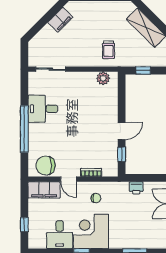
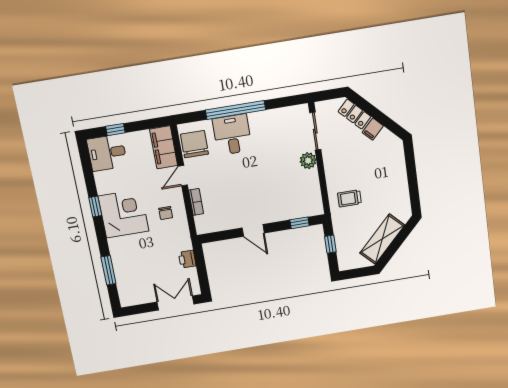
filing cabinet: (60, 20) -> (373, 129), width x0.50
locker: (42, 36) -> (355, 114), added
plant: (103, 78) -> (308, 161), moved
desk: (43, 109) -> (232, 135), moved
window: (122, 154) -> (300, 223), moved
desk: (60, 235) -> (107, 153), moved

